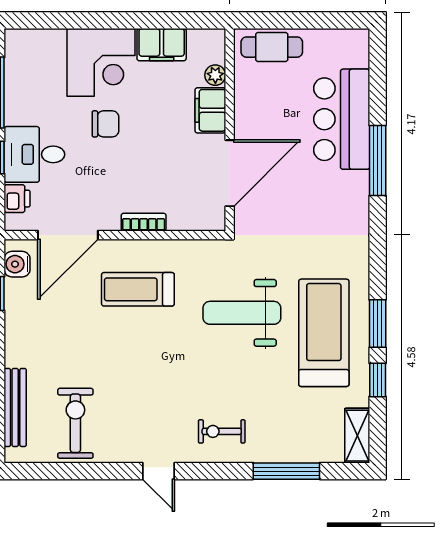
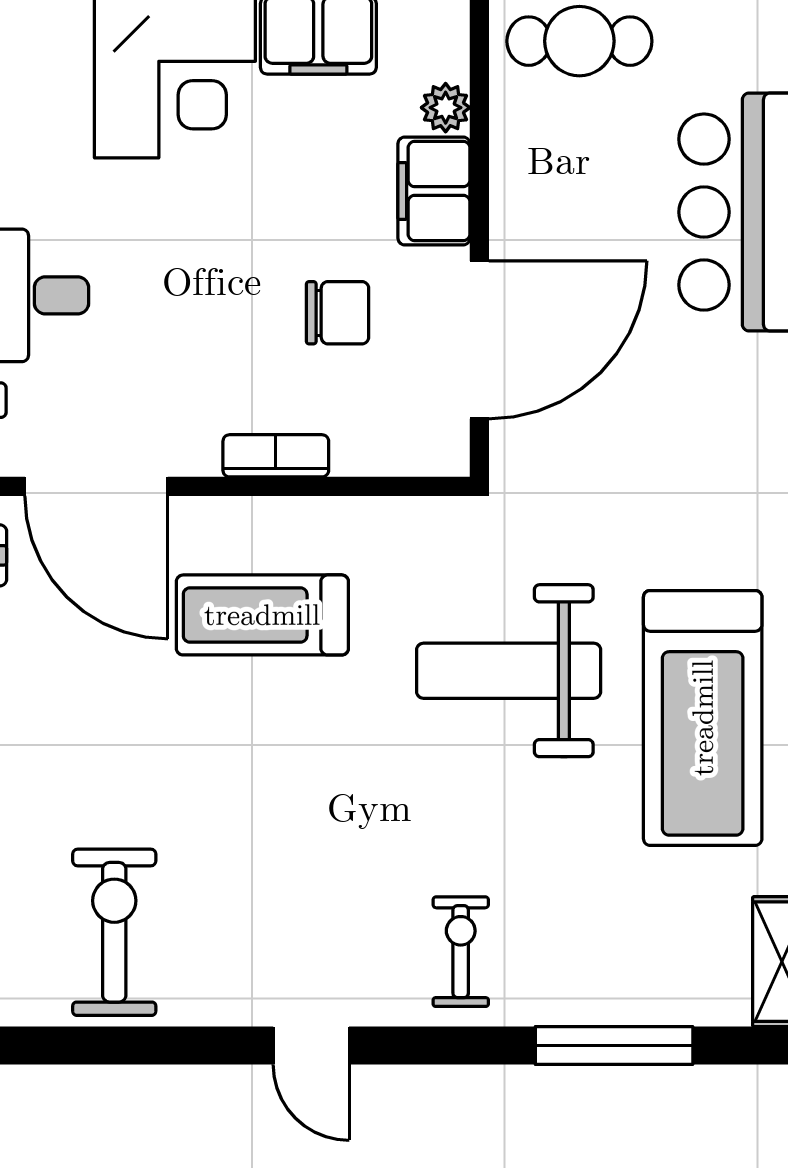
chair: (105, 124) -> (337, 313), moved
door: (68, 235) -> (96, 486), hinge flipped
treadmill: (324, 333) -> (703, 718), turned 180
exercise bike: (222, 431) -> (461, 952), turned 90

